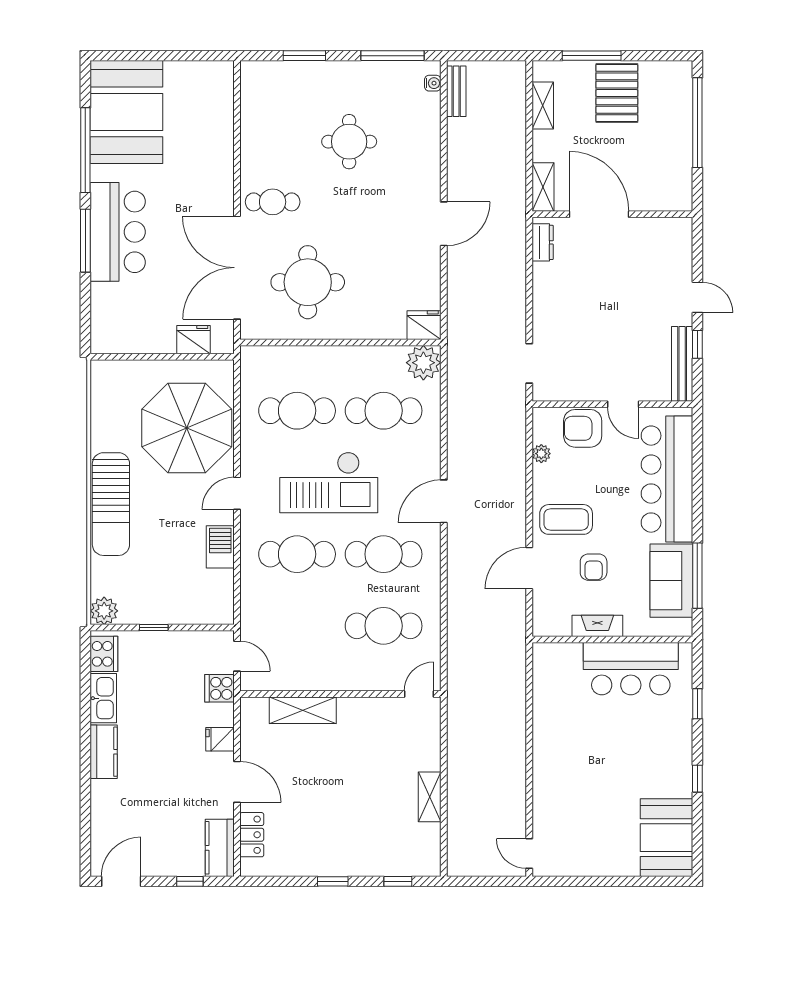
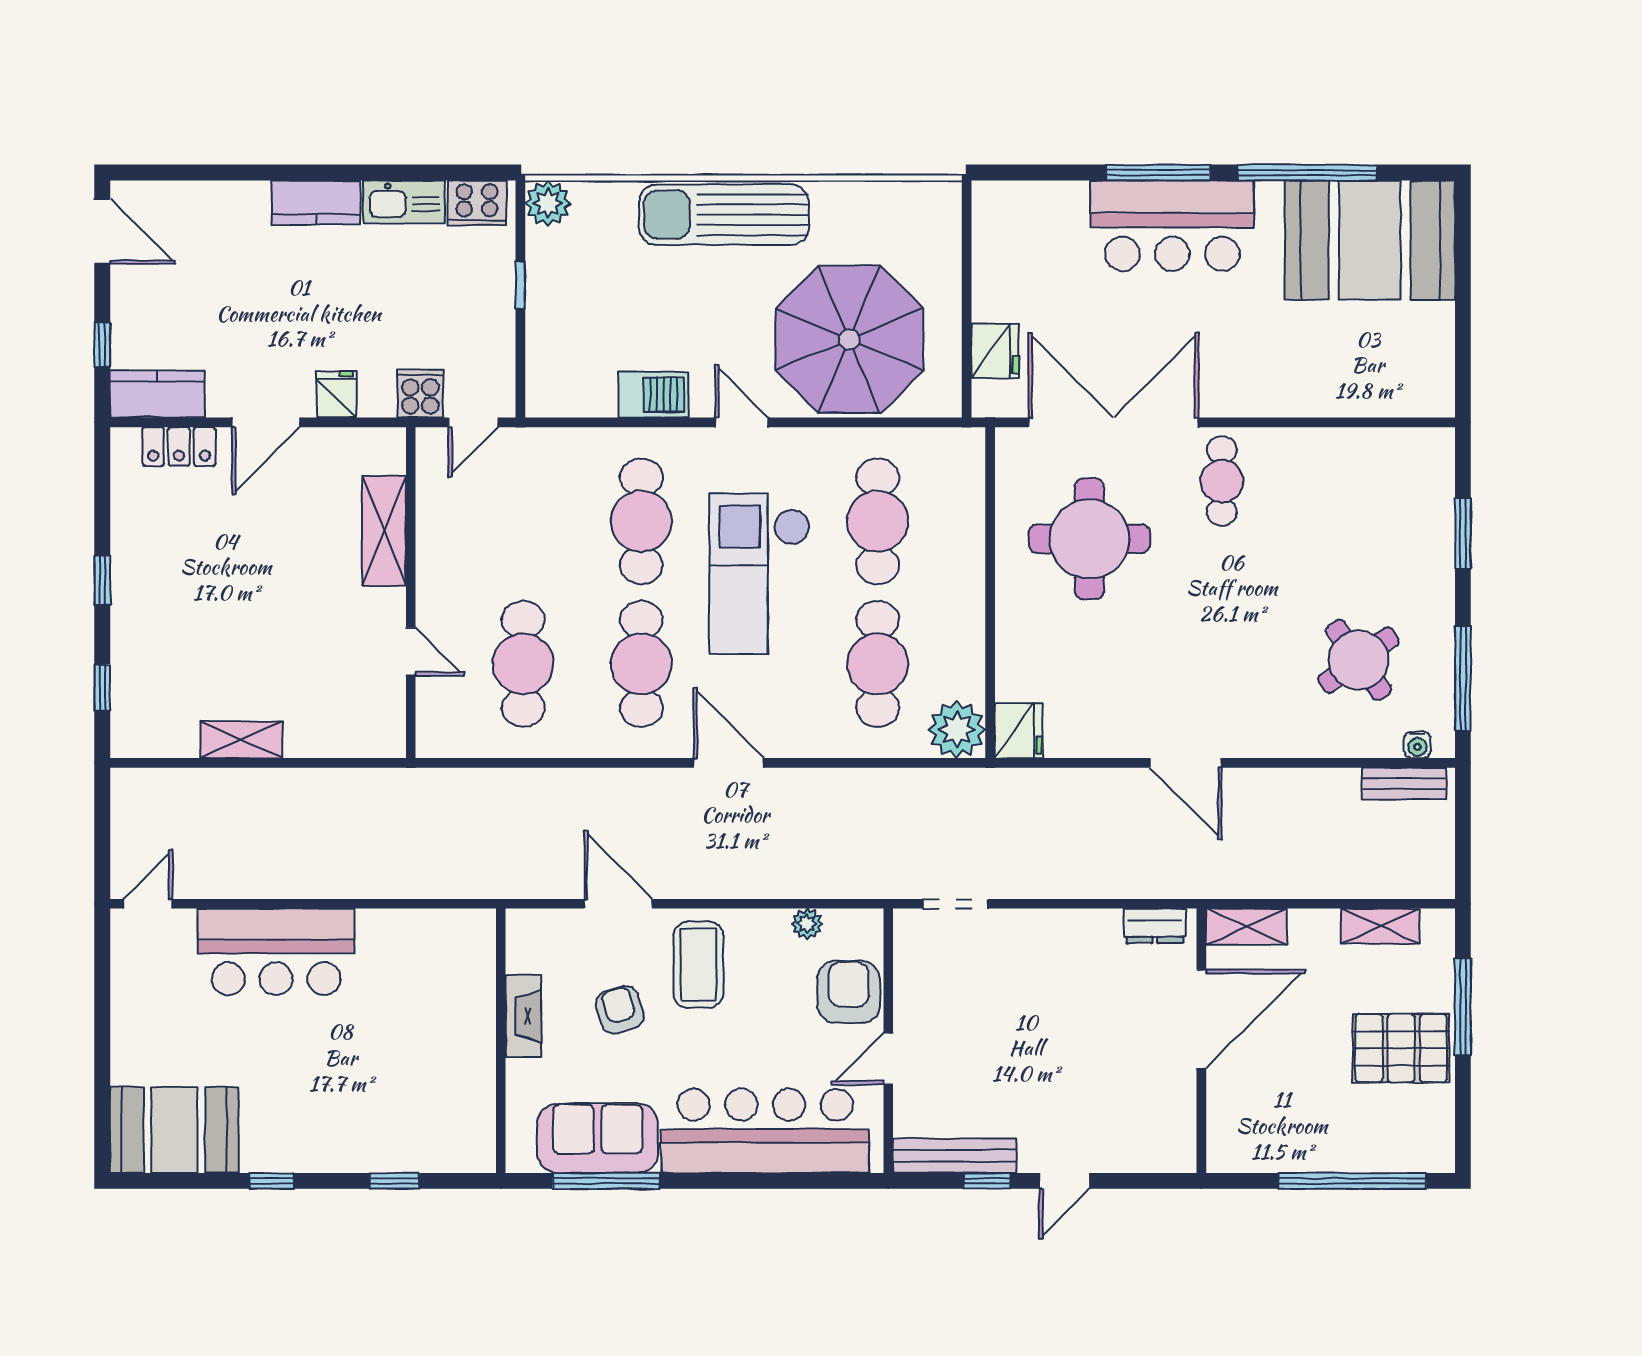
round table: (349, 142) -> (1359, 660), moved, turned -36
armchair: (594, 567) -> (620, 1010), turned 73
bar counter: (631, 669) -> (276, 952), moved, turned -90
door: (419, 694) -> (411, 651), moved

